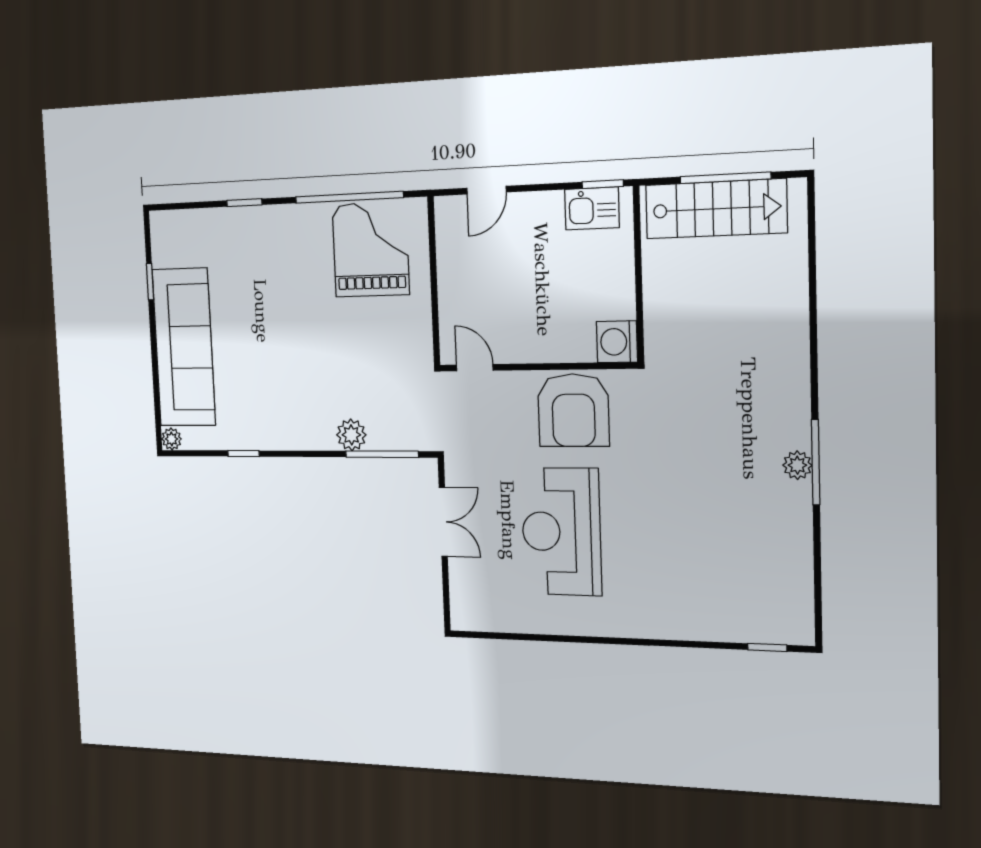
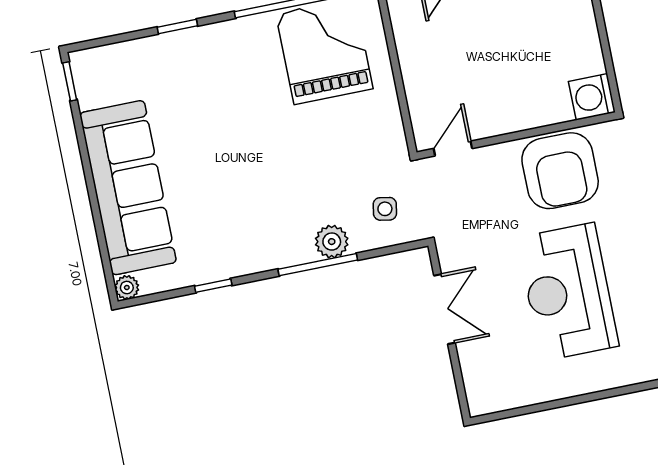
window: (150, 282) -> (70, 81), moved
door: (475, 368) -> (453, 149), hinge flipped
side table: (403, 414) -> (385, 209), added
window: (382, 454) -> (318, 265), moved

